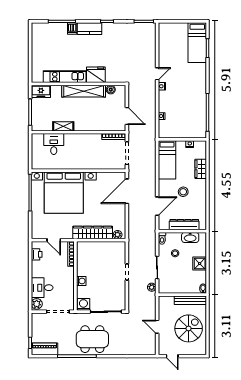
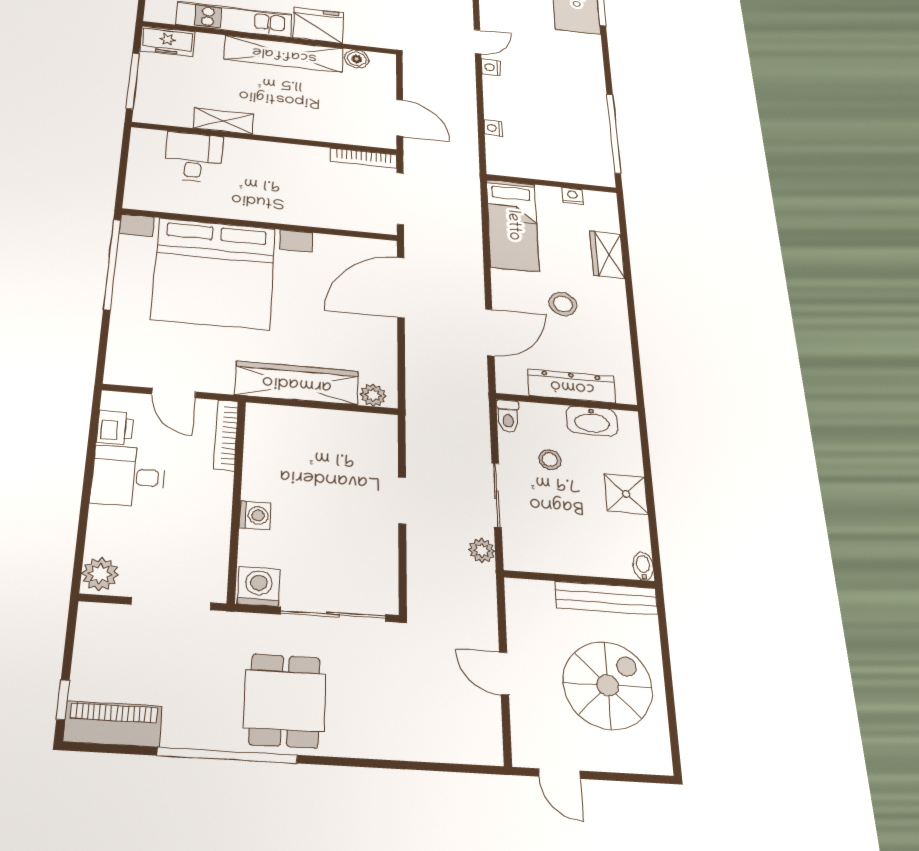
desk: (42, 288) -> (128, 476), moved
dining table: (92, 339) -> (285, 701), width x0.73

